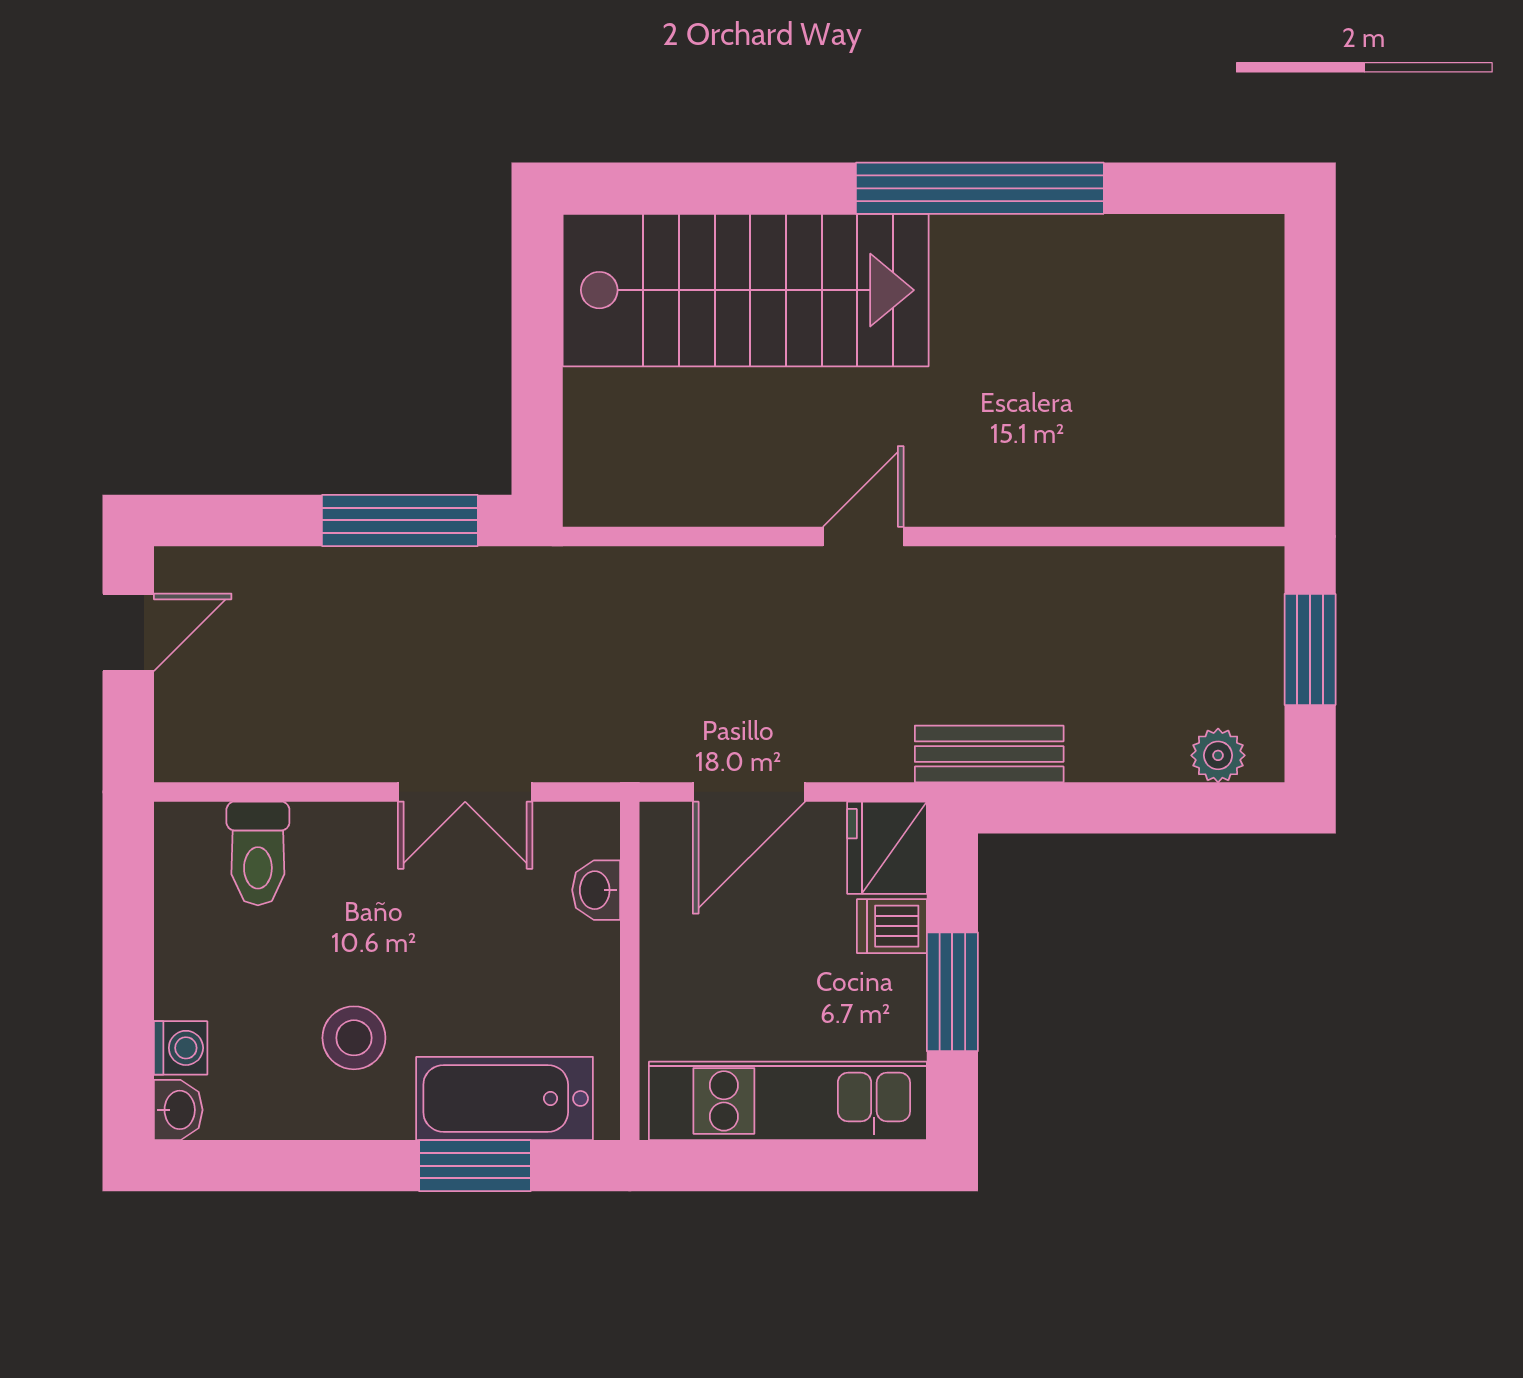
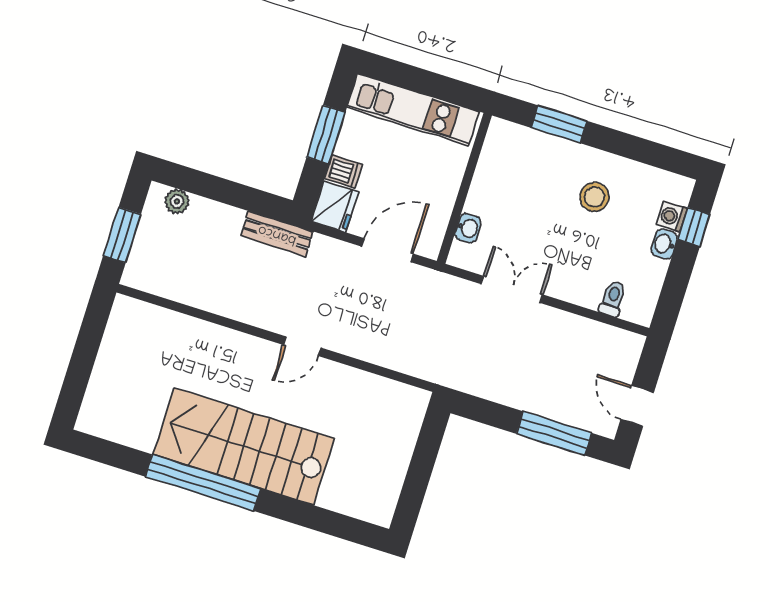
stairs: (746, 290) -> (244, 446), moved
window: (400, 520) -> (554, 433), moved
door: (128, 632) -> (637, 406), hinge flipped
toilet: (258, 853) -> (613, 299), width x0.73, depth x0.72
window: (128, 1041) -> (694, 227), added
bathtub: (505, 1098) -> (537, 150), removed
washbasin: (178, 1110) -> (664, 244), moved

